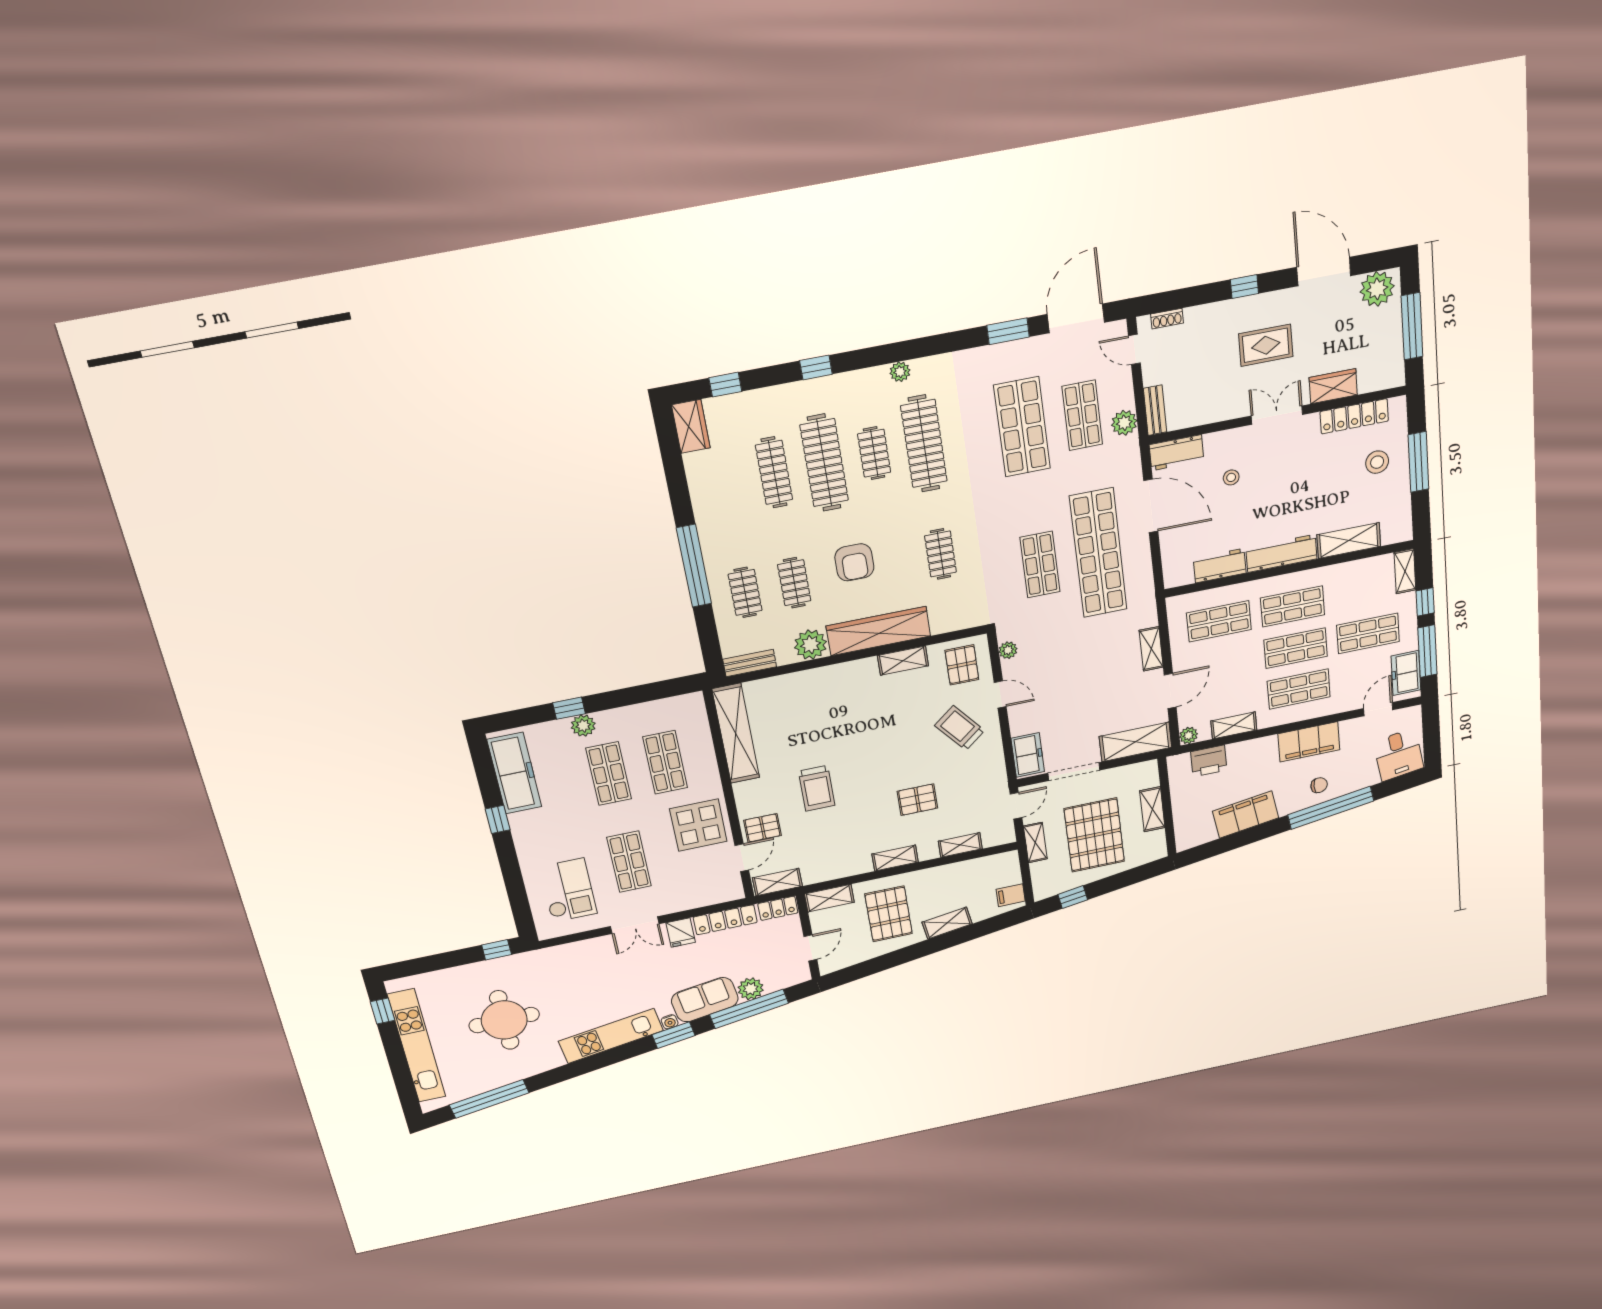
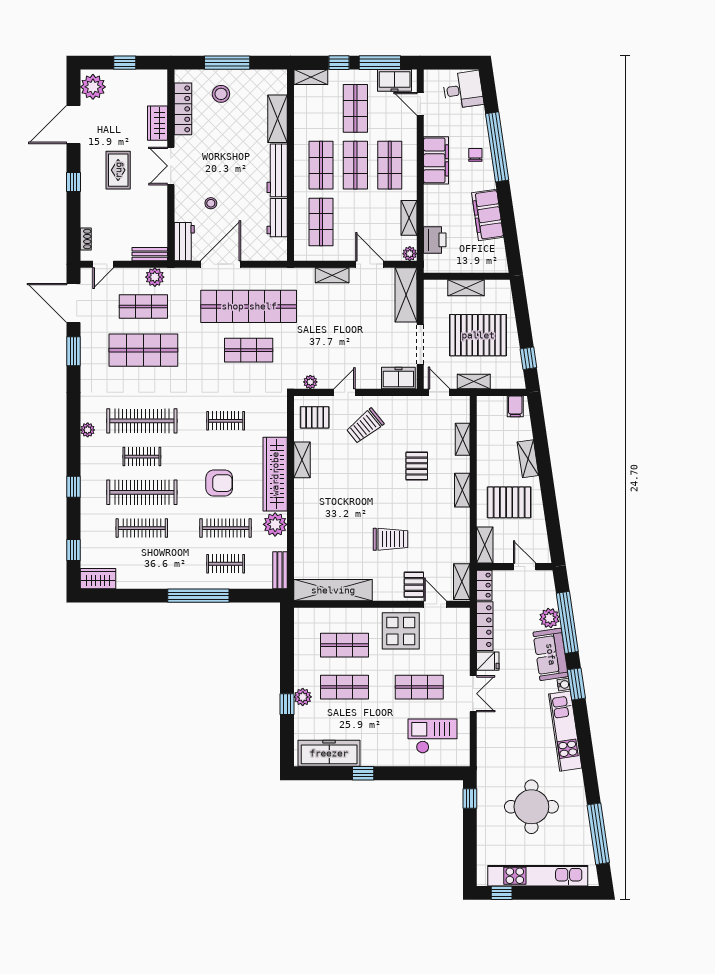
window: (1412, 326) -> (125, 63), width x0.46
clothes rail: (794, 583) -> (226, 528), width x1.36

